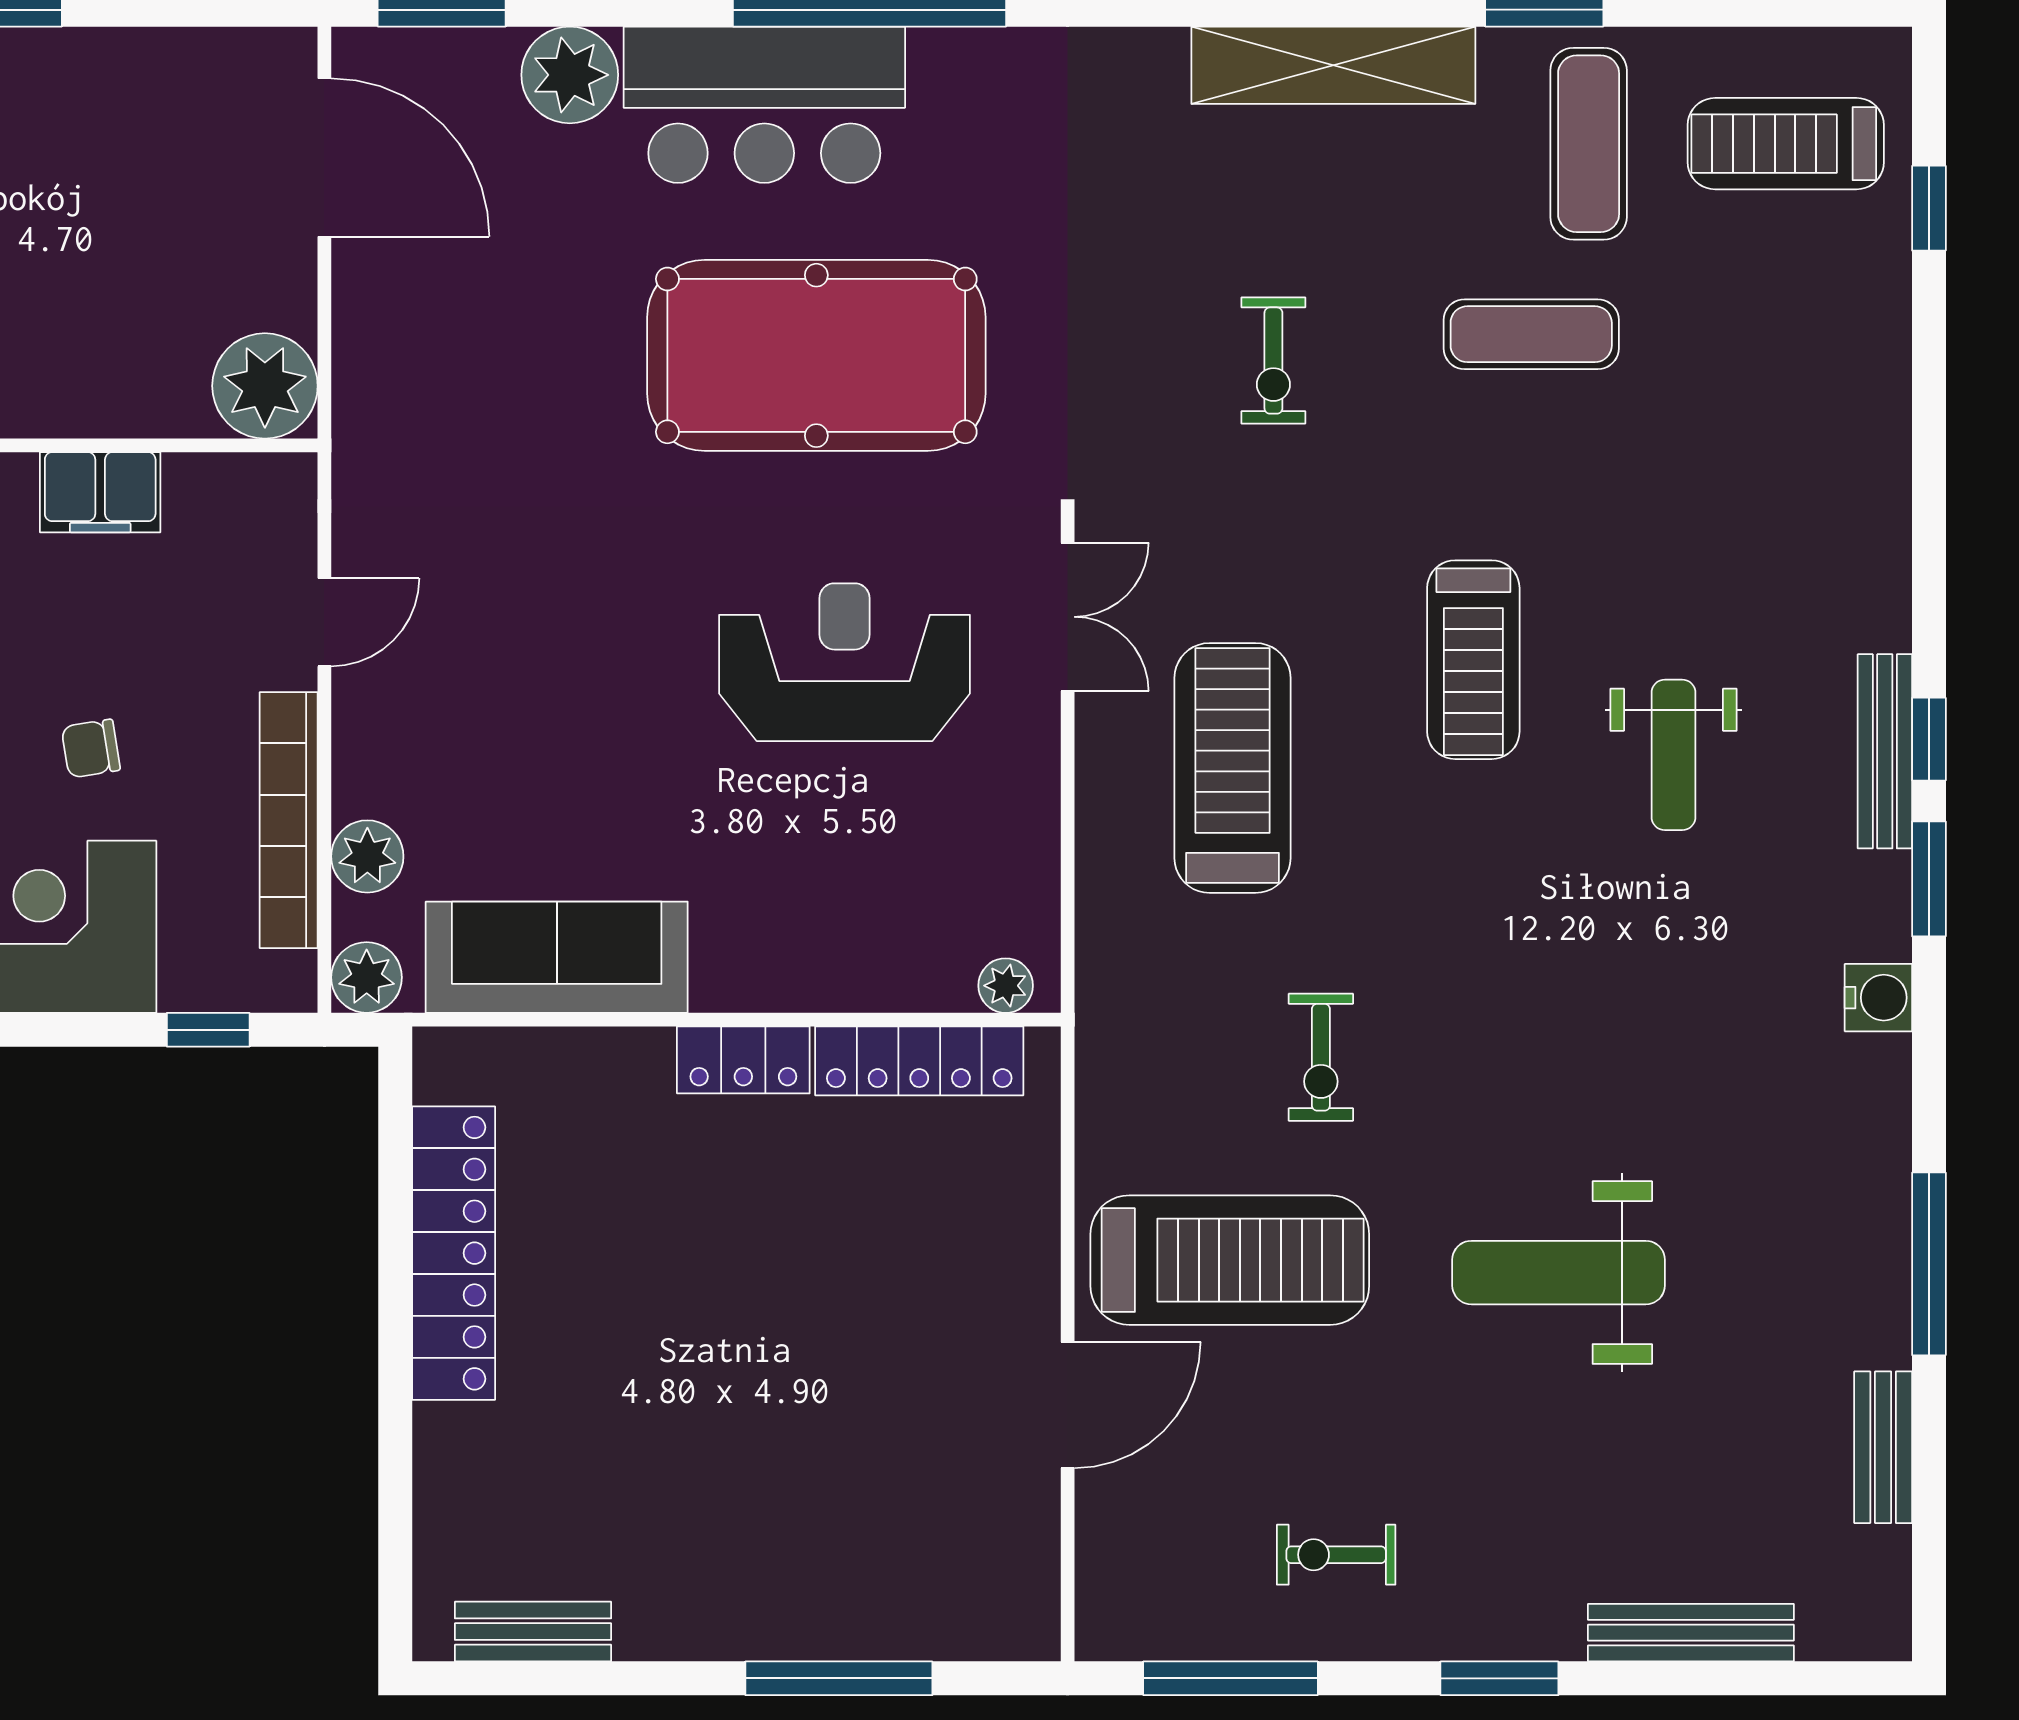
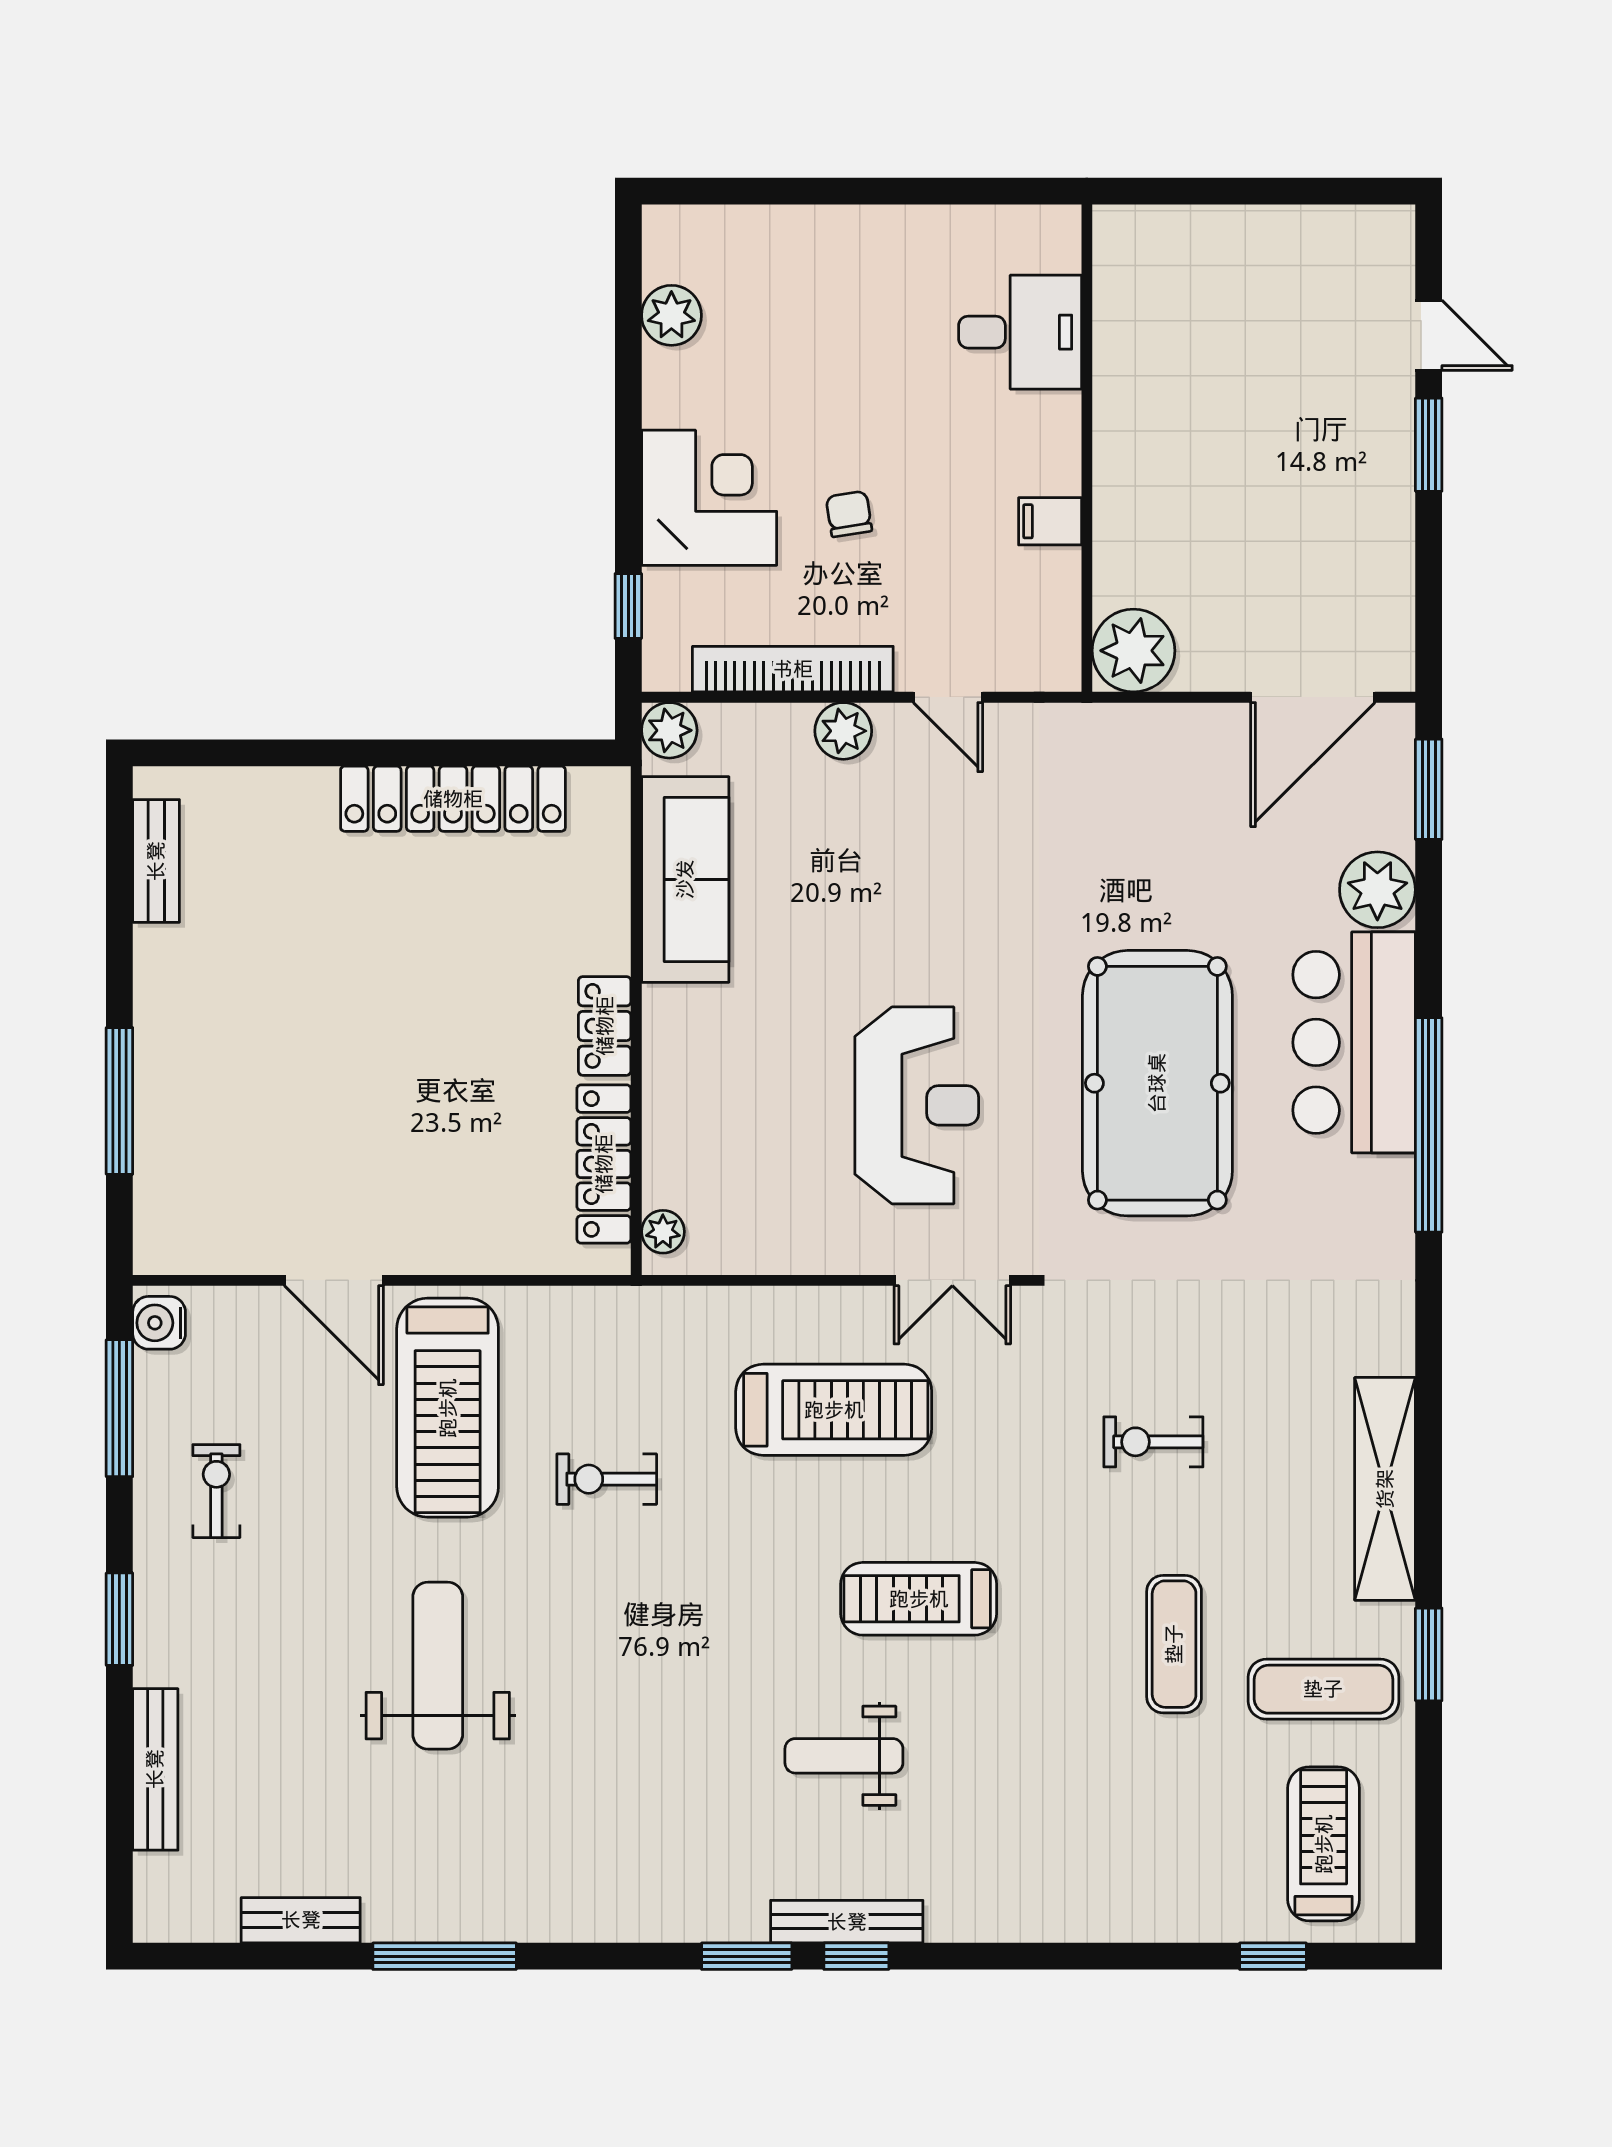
filing cabinet: (100, 492) -> (1050, 521), width x0.50
plant: (367, 856) -> (843, 731), moved
water cooler: (1878, 998) -> (159, 1323), moved, turned 90

